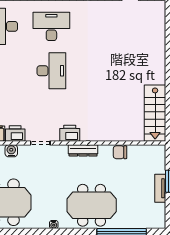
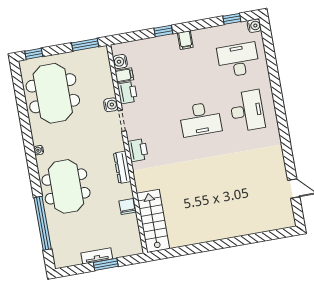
stairs: (155, 113) -> (153, 221), moved, turned 90
water cooler: (11, 151) -> (111, 105), moved

